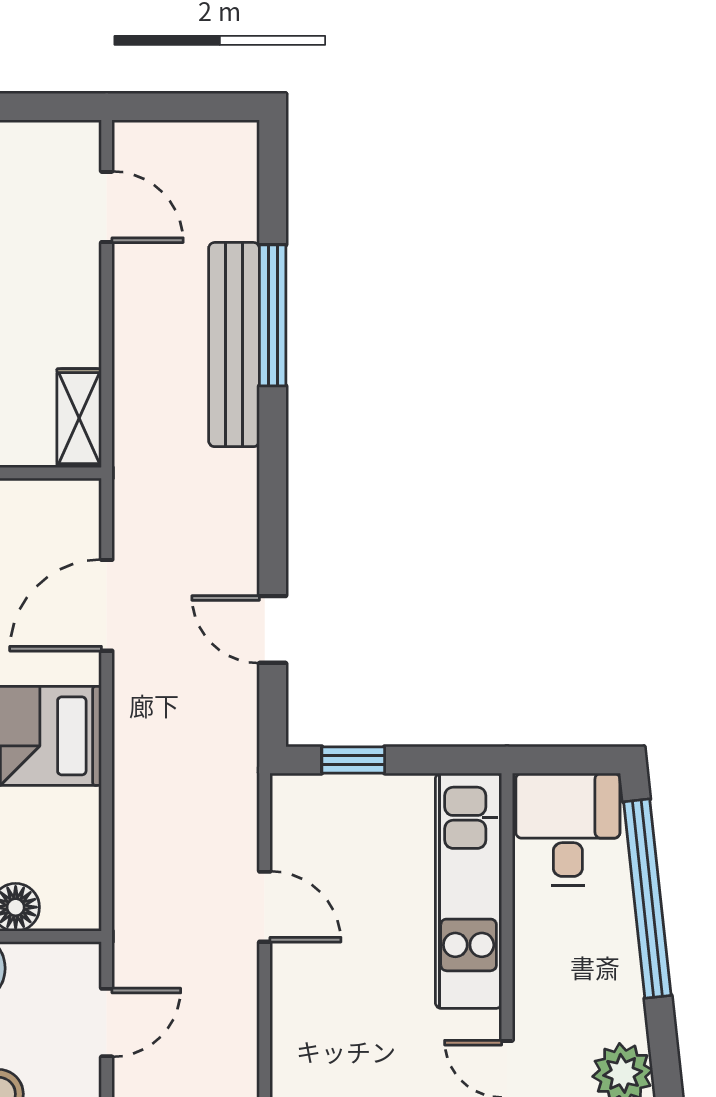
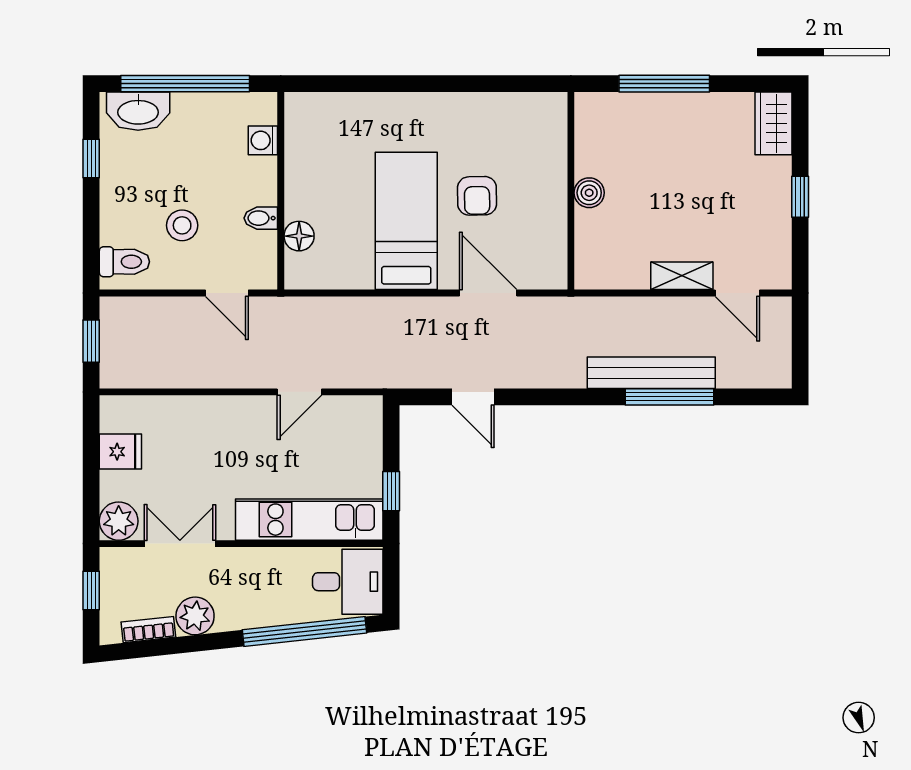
door: (107, 207) -> (737, 293), hinge flipped
shelving: (79, 418) -> (682, 276), moved
door: (273, 629) -> (473, 397), swing flipped
window: (353, 760) -> (391, 491), moved

